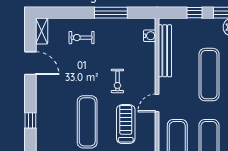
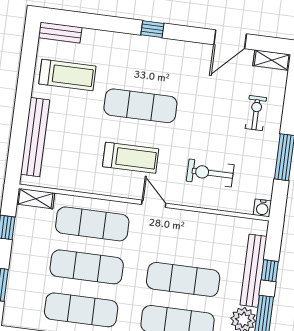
water cooler: (150, 36) -> (262, 208), moved
bench: (165, 51) -> (253, 271), moved, turned 90
exercise bike: (117, 81) -> (210, 173), moved, width x1.38, depth x1.39

